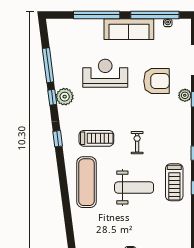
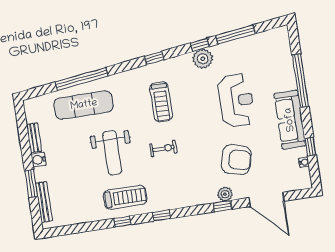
window: (155, 15) -> (310, 147), width x0.32
armchair: (156, 81) -> (236, 160), turned -75
exercise mat: (87, 182) -> (84, 105), moved
treadmill: (174, 182) -> (125, 197), turned 180
window: (66, 204) -> (82, 79), added

